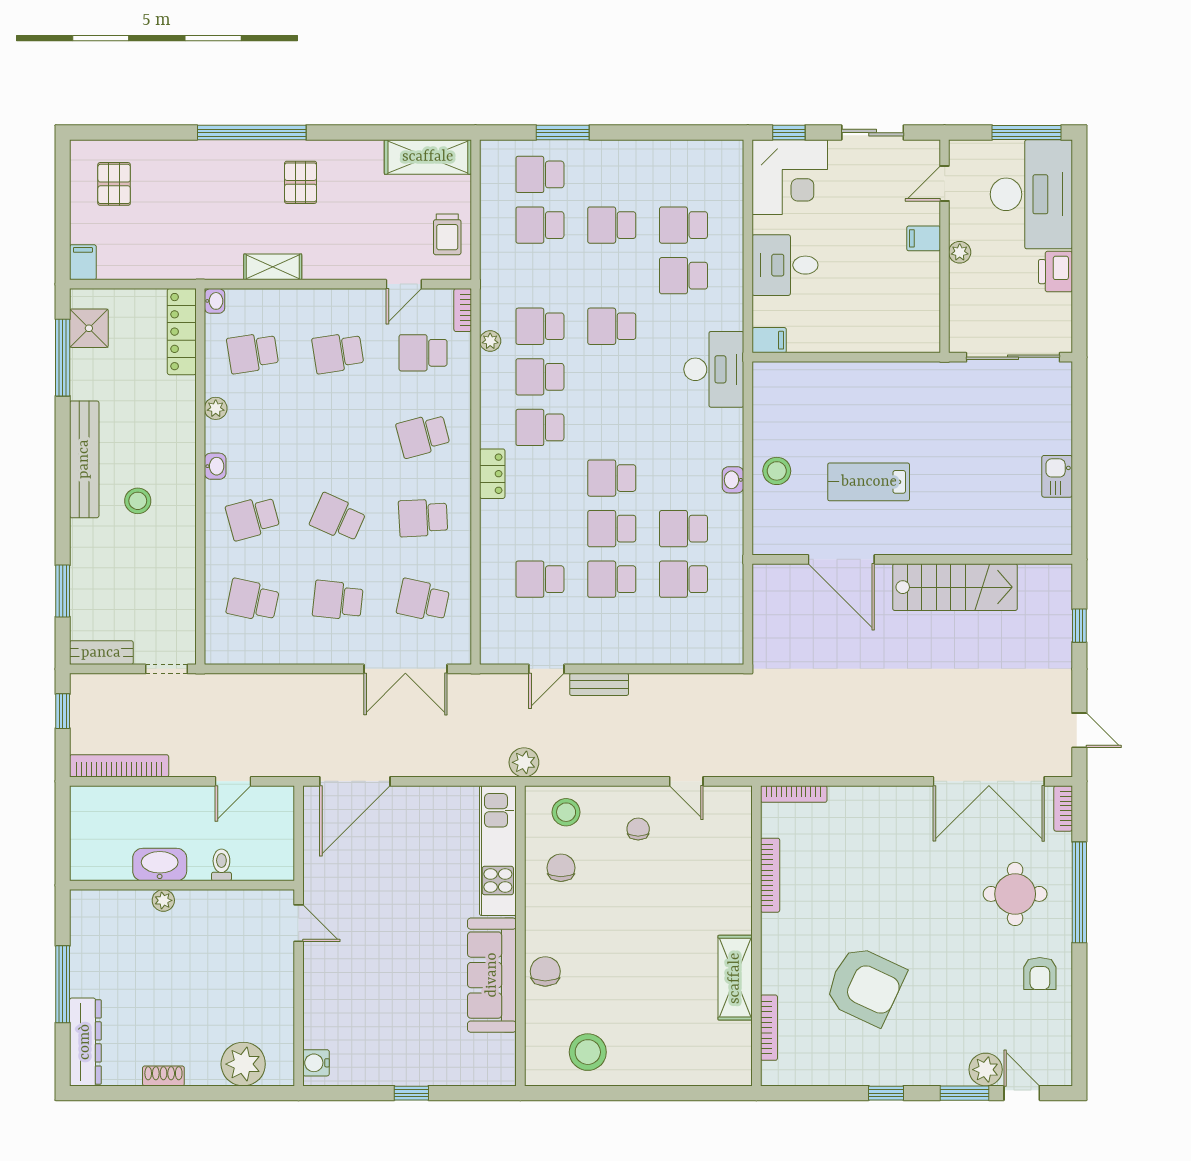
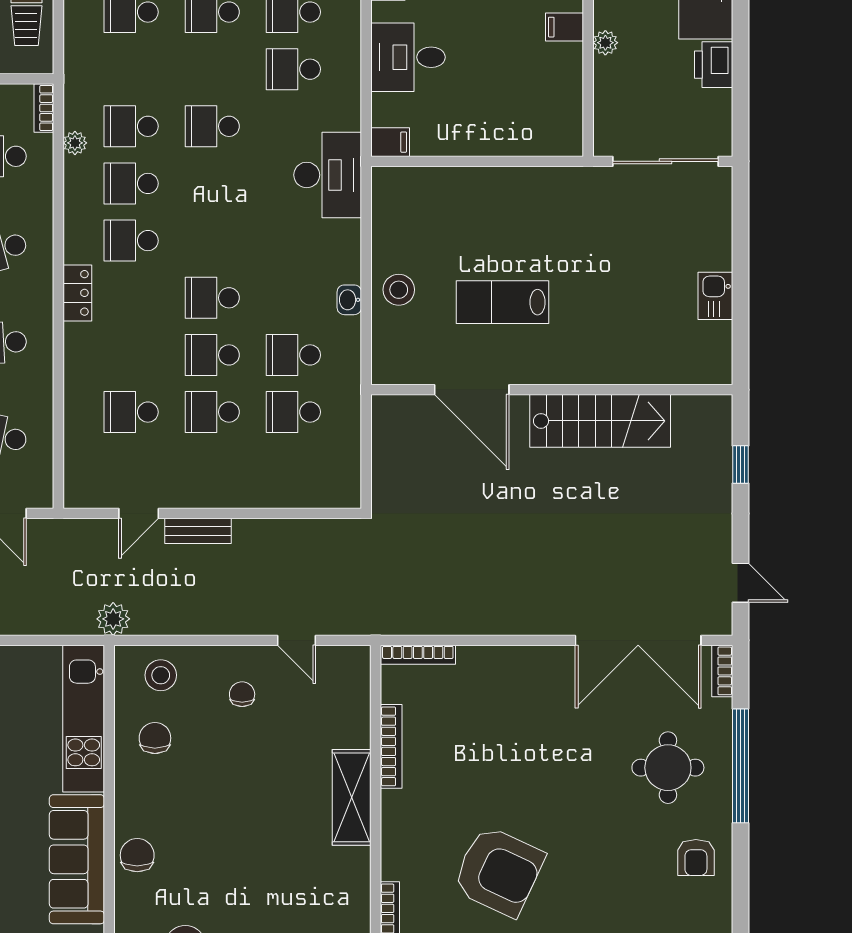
shelving: (735, 978) -> (352, 797), moved

